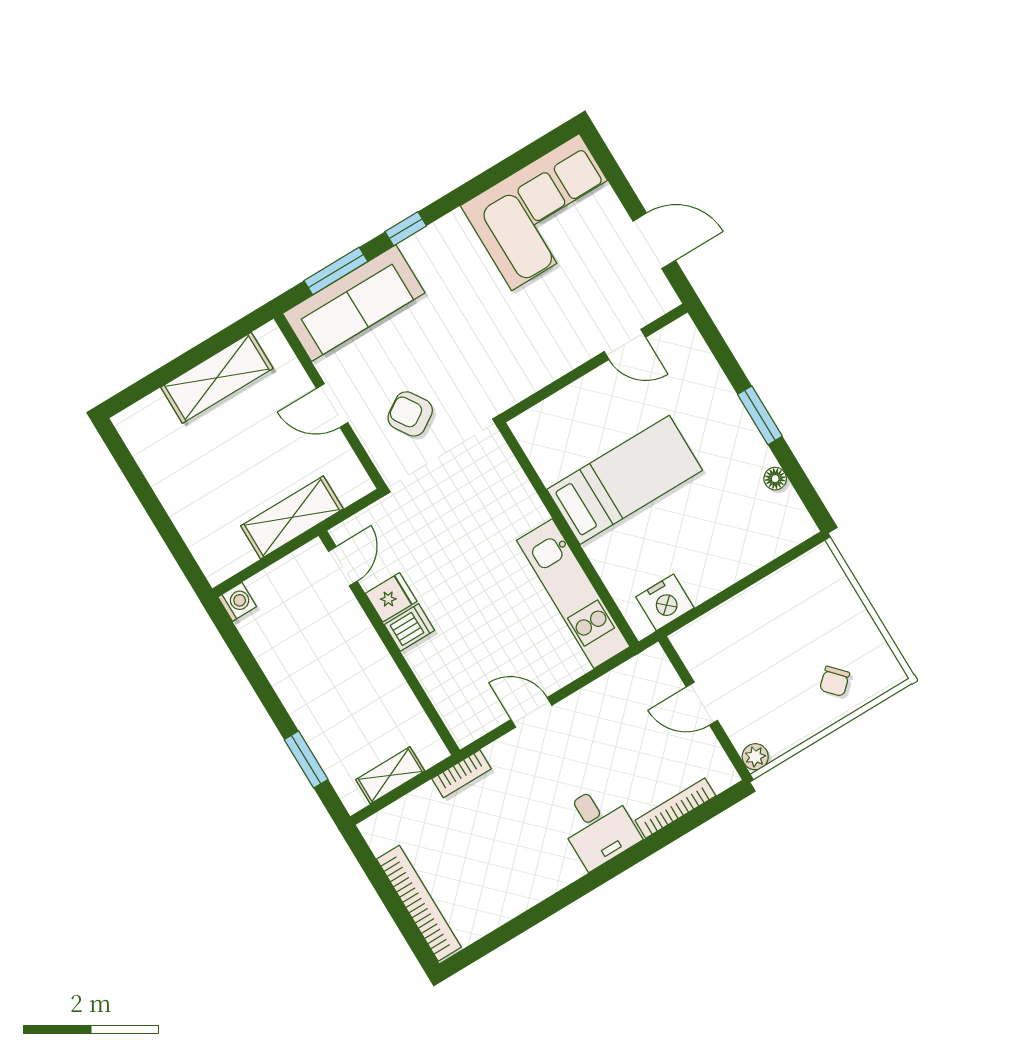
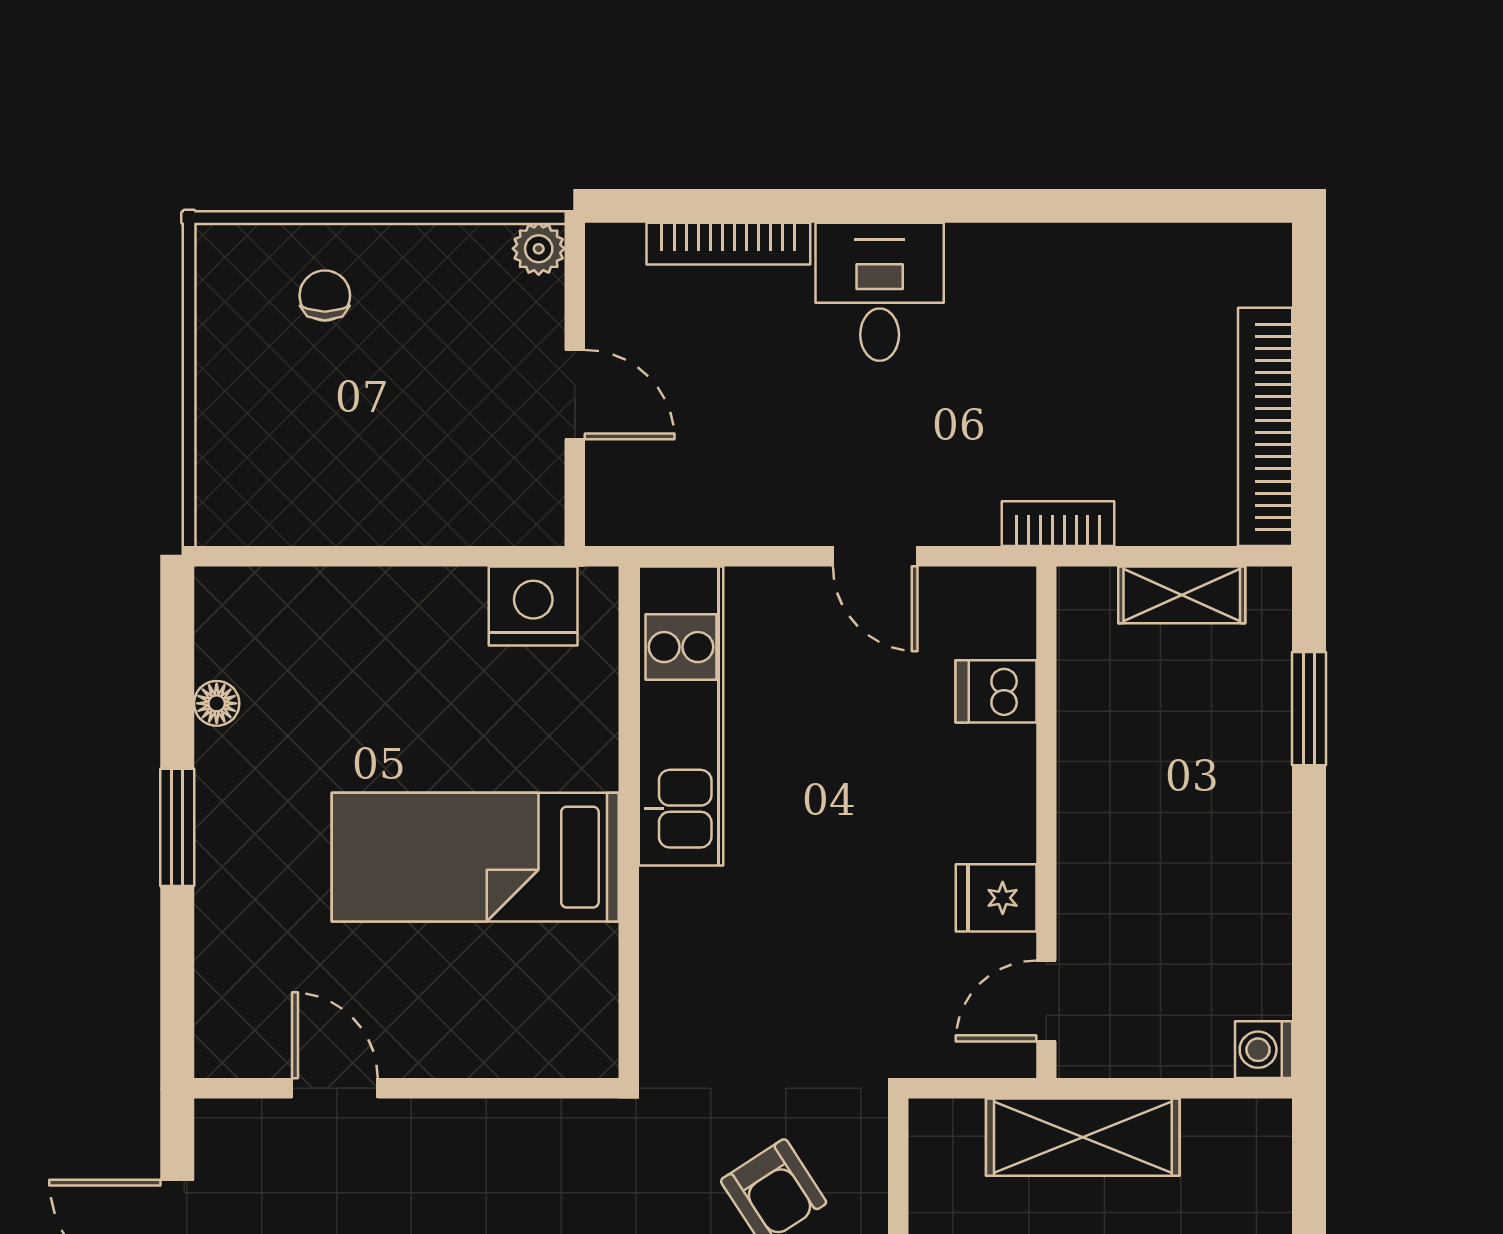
dishwasher: (409, 627) -> (996, 691), moved
chair: (835, 681) -> (325, 296), turned -47
bookcase: (419, 903) -> (1265, 427), moved

